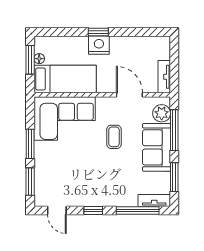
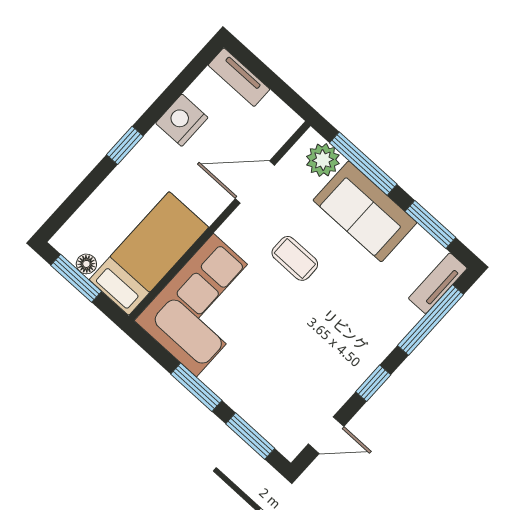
nightstand: (99, 45) -> (182, 120), moved
tv unit: (164, 77) -> (239, 77), moved

